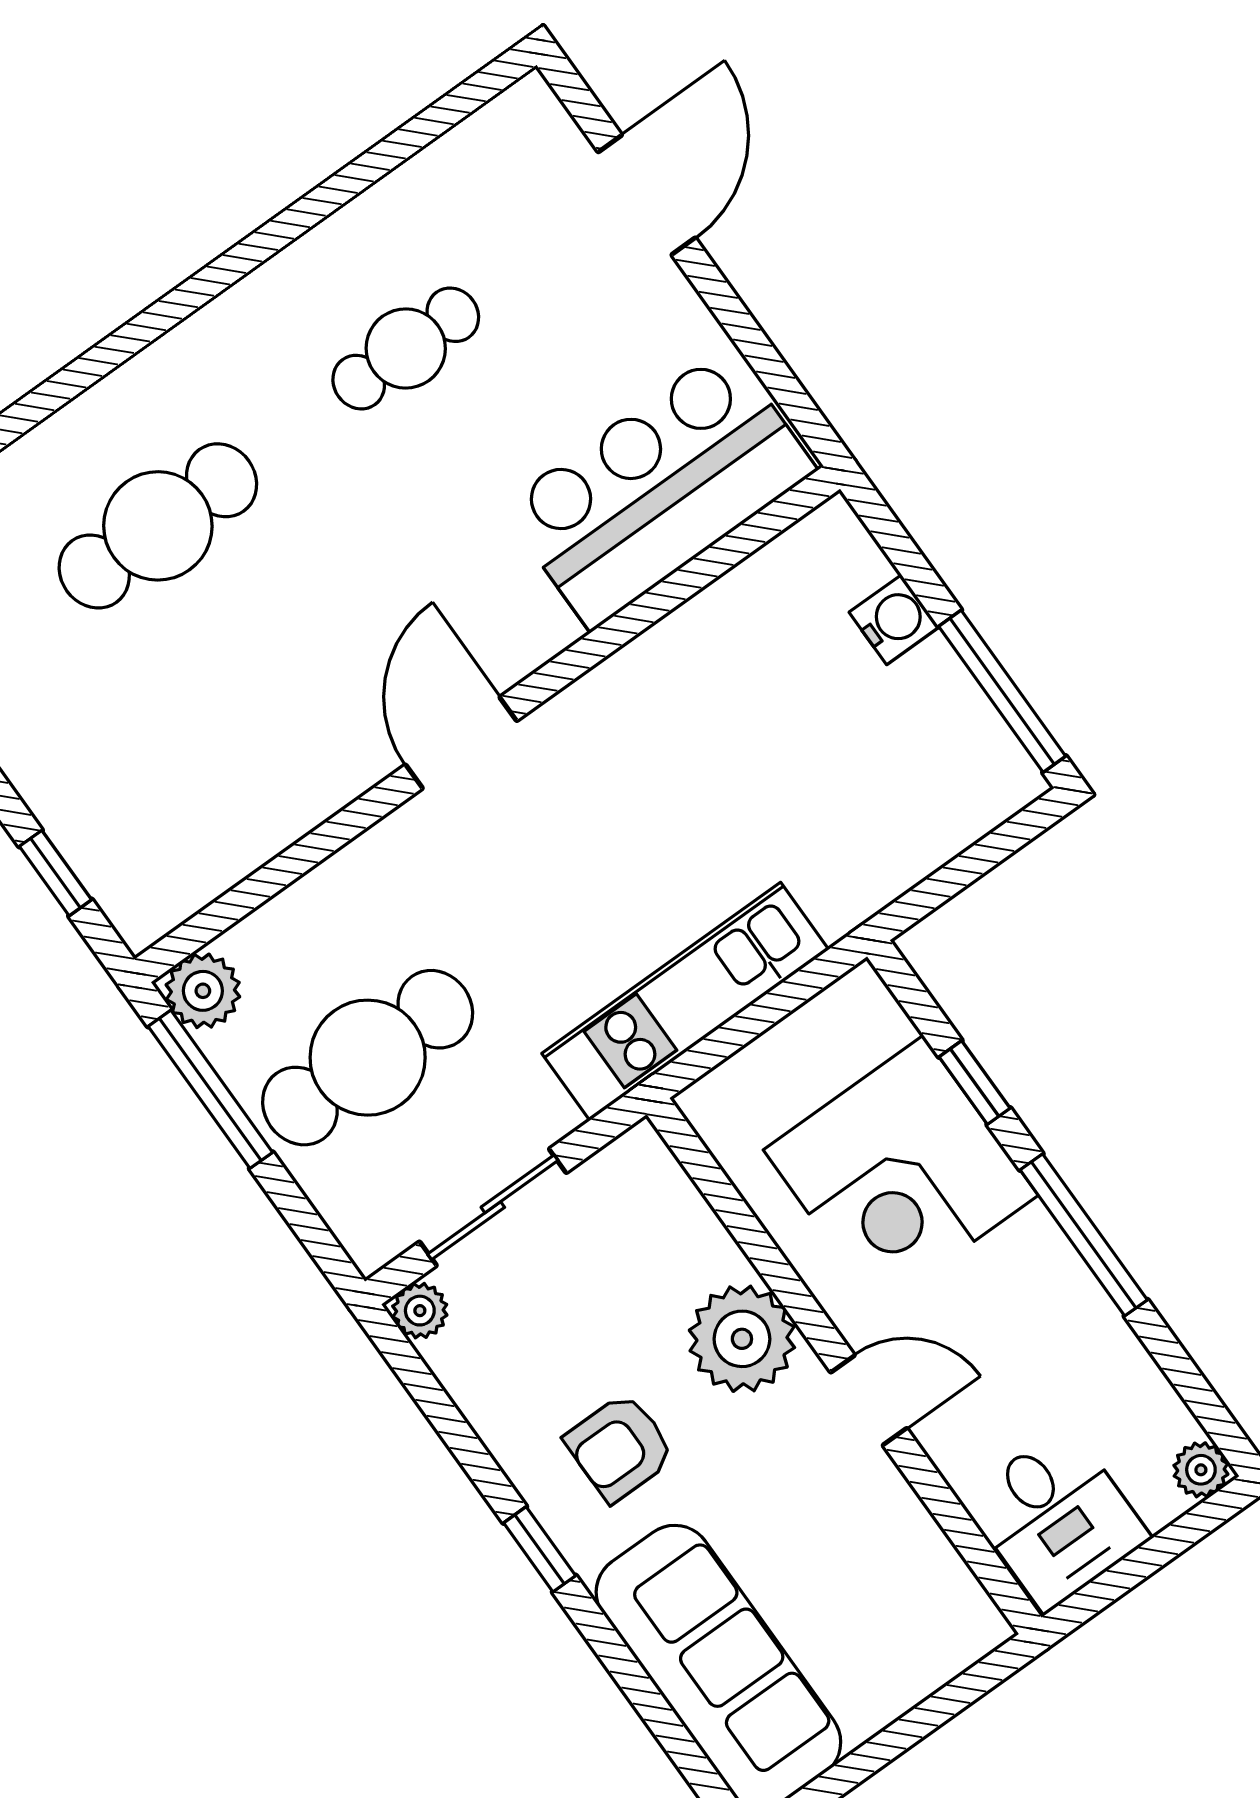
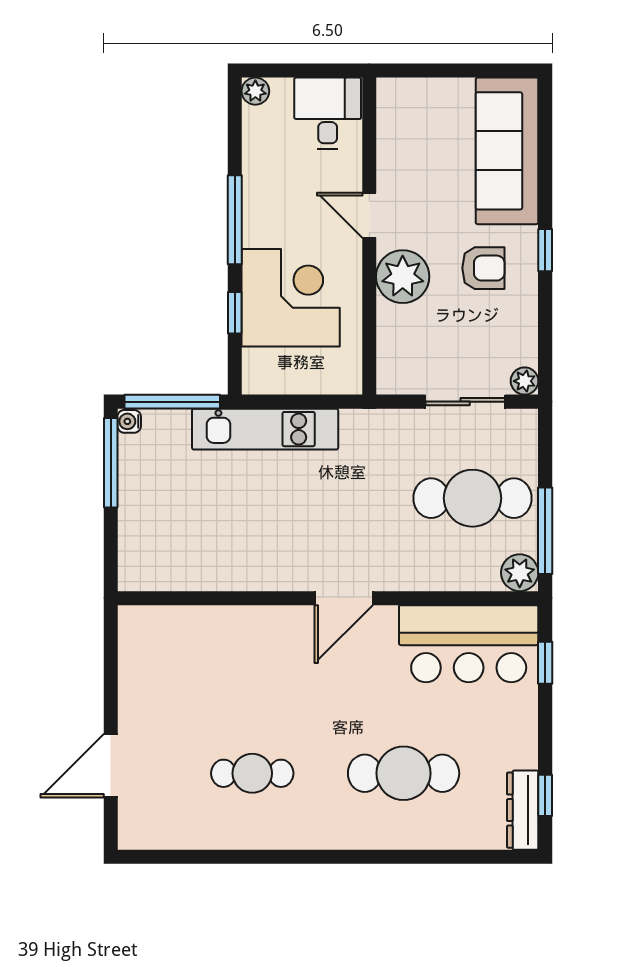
bar counter: (659, 488) -> (469, 644), moved
water cooler: (894, 620) -> (129, 421), moved, width x0.72, depth x0.72
window: (973, 863) -> (172, 402), added
kitchen unit: (685, 1001) -> (265, 429), moved

